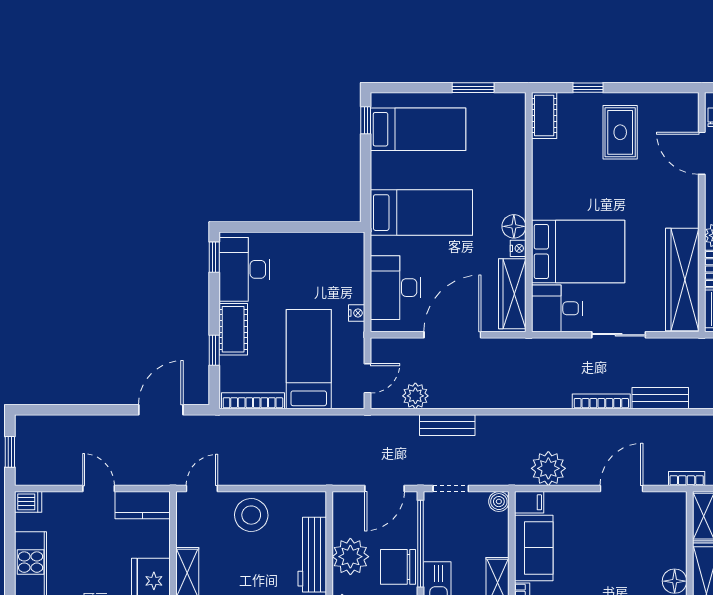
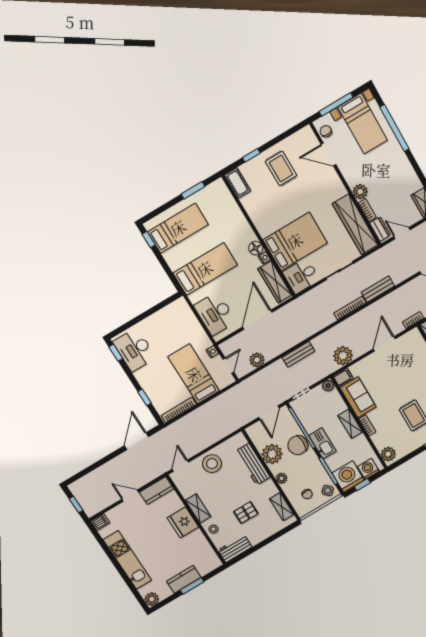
nightstand: (357, 313) -> (212, 352), moved
cot: (233, 329) -> (147, 382), removed
bench: (447, 425) -> (298, 354), moved

